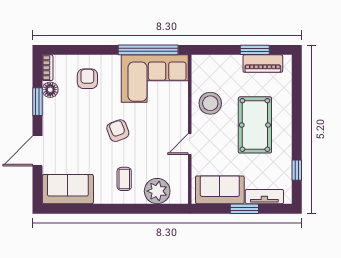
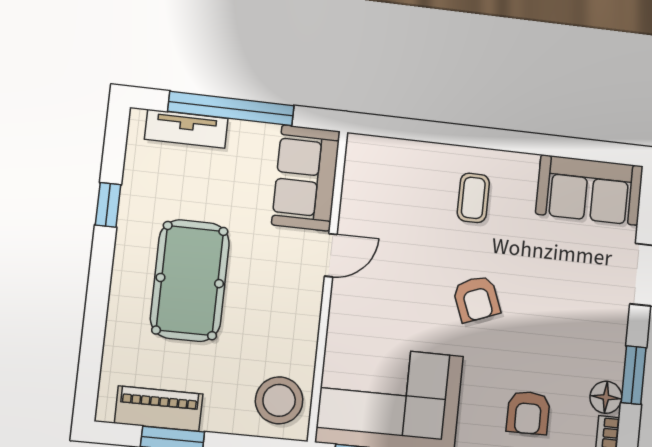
stool: (210, 103) -> (279, 400), moved
window: (297, 170) -> (108, 205), moved
sofa: (220, 190) -> (306, 178), moved, turned 90
plant: (157, 191) -> (408, 166), removed
window: (244, 209) -> (231, 109), width x2.11

